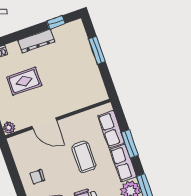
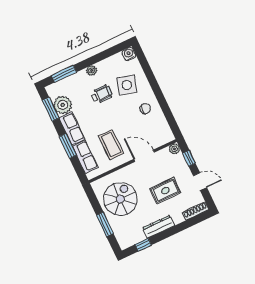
spiral stairs: (76, 77) -> (120, 199), added
coffee table: (84, 157) -> (111, 145), moved

